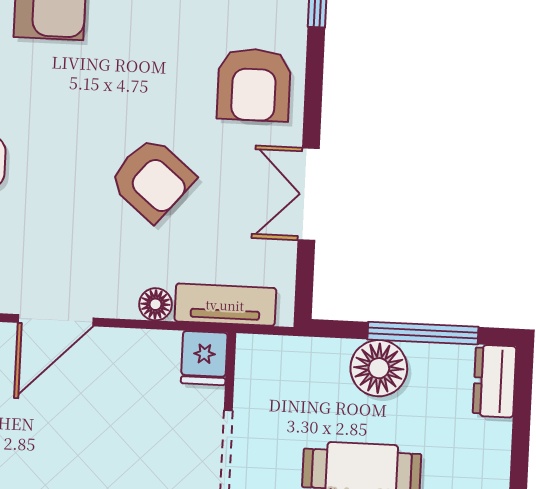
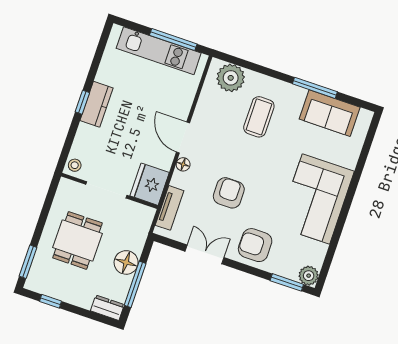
armchair: (152, 179) -> (229, 193), turned 140
floor lamp: (155, 304) -> (183, 164), moved
fridge: (204, 358) -> (150, 184), width x1.88, depth x1.34

